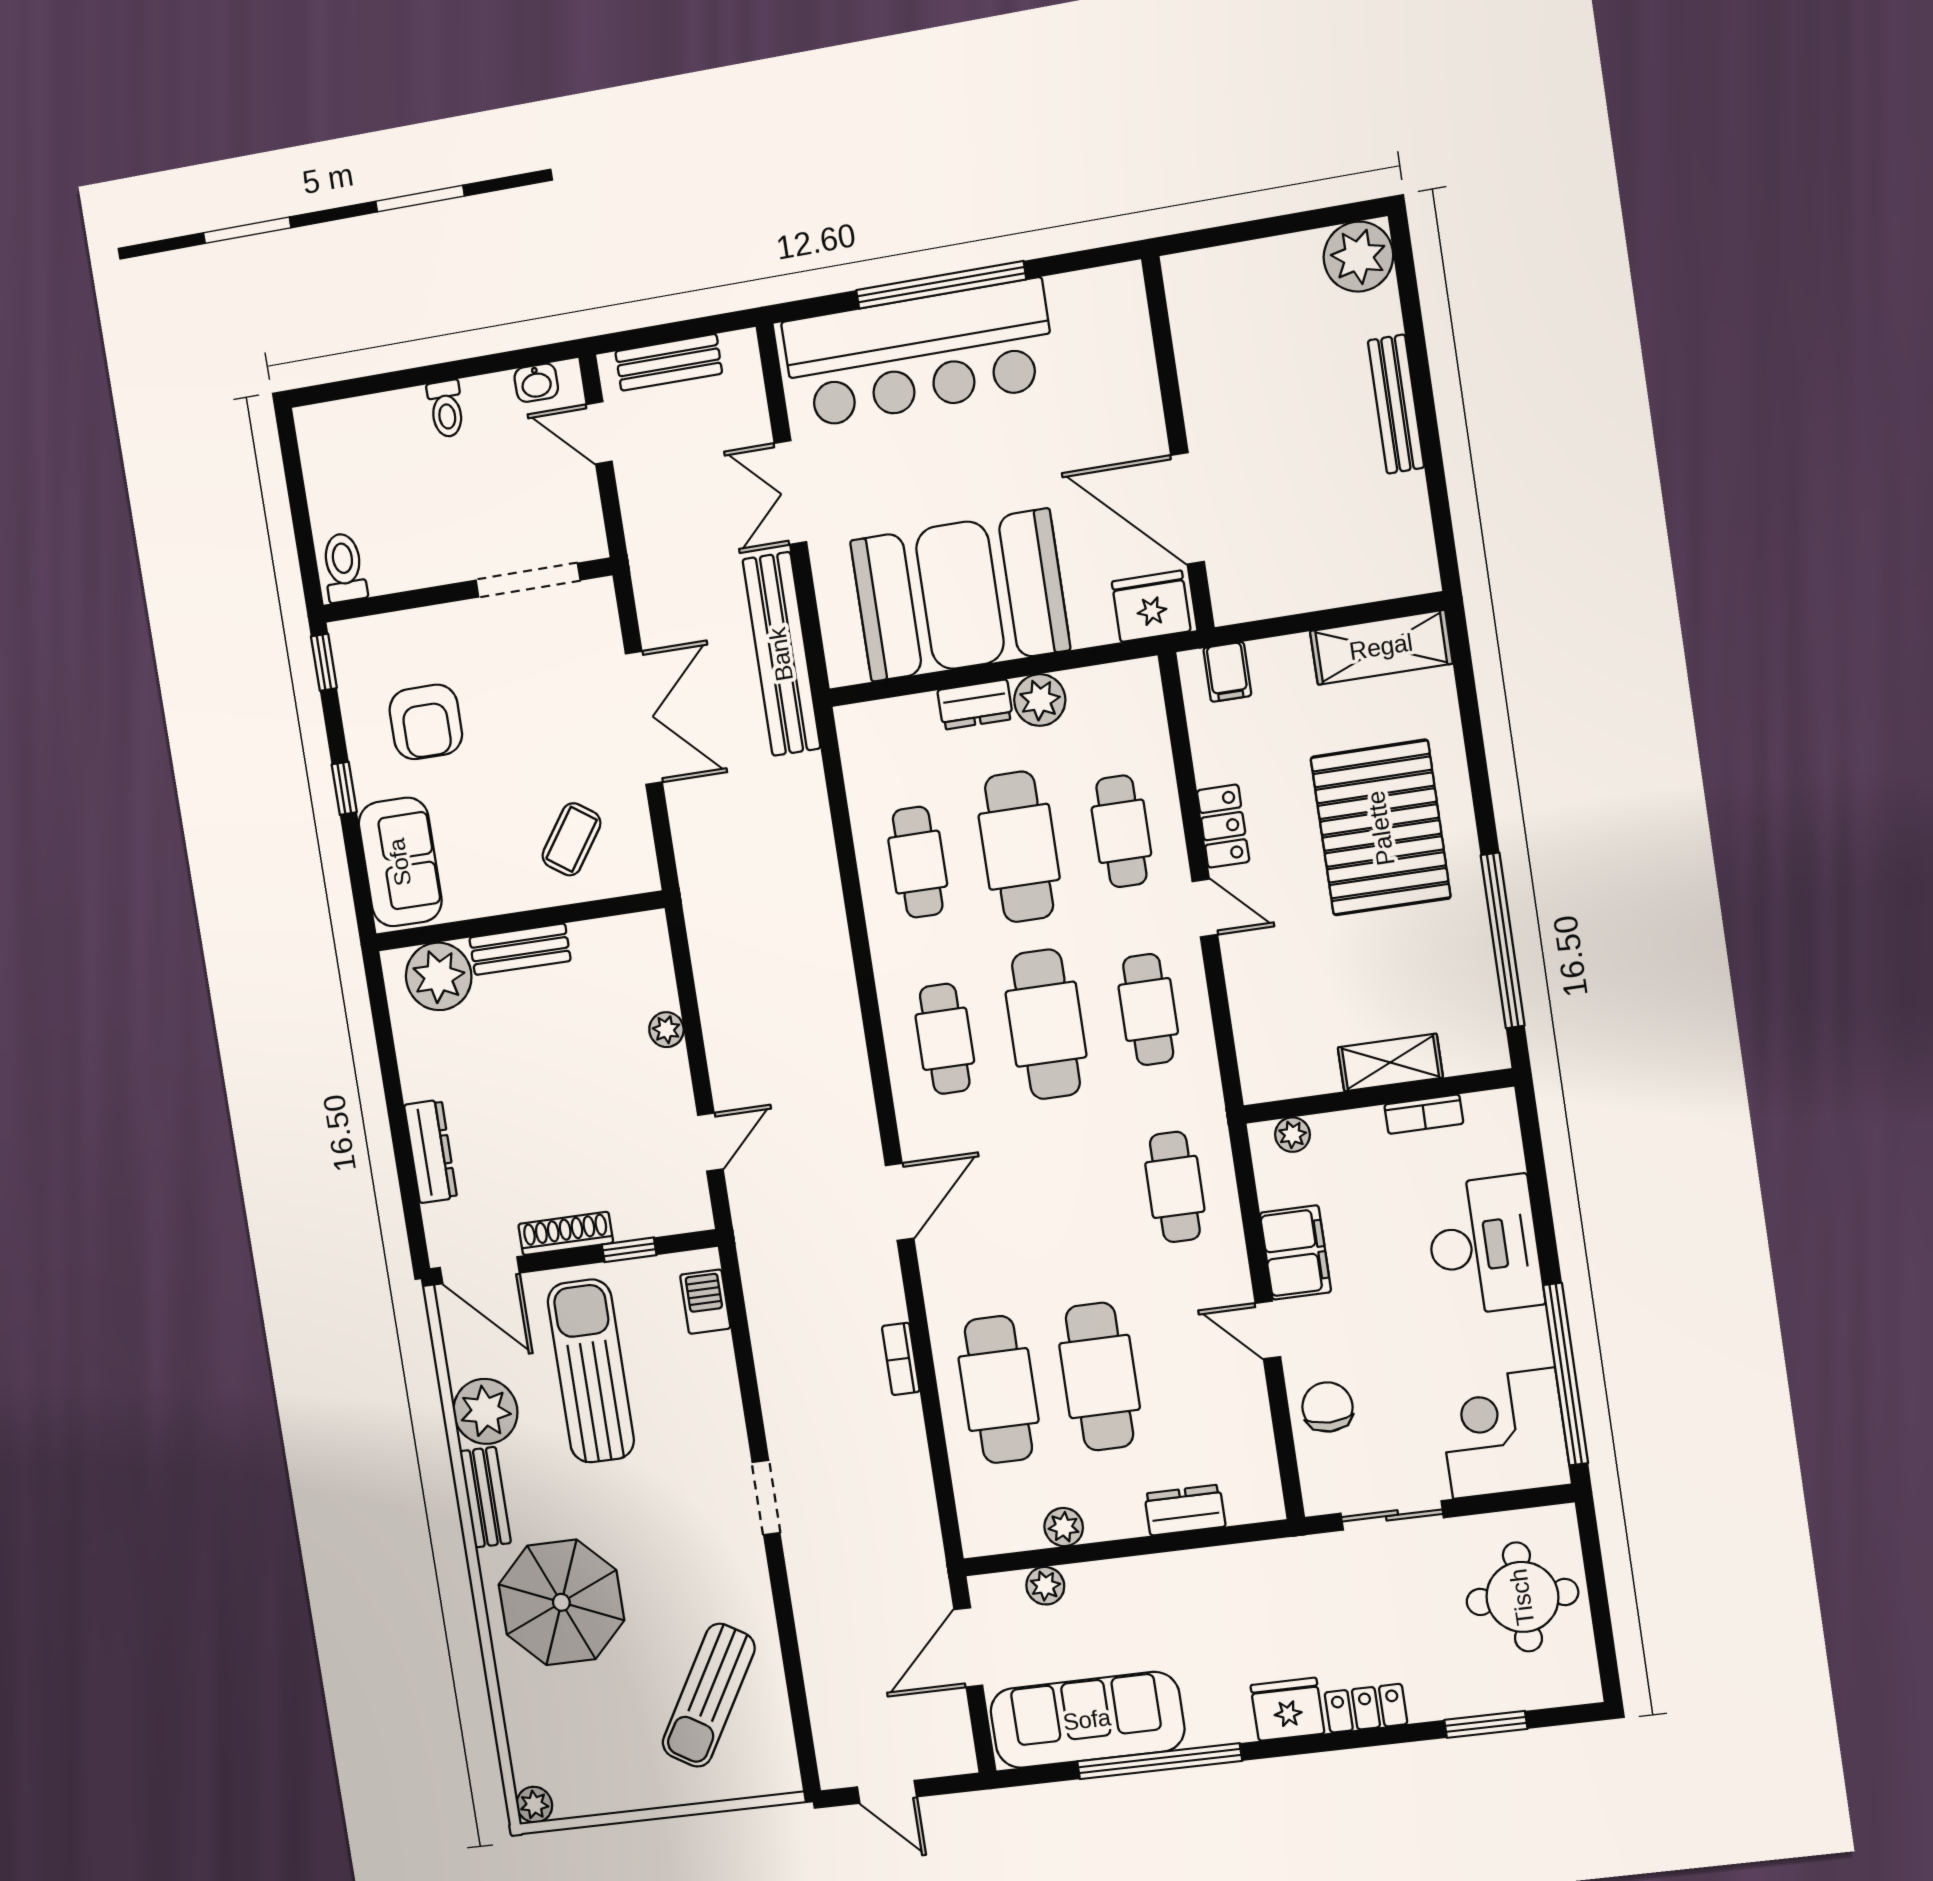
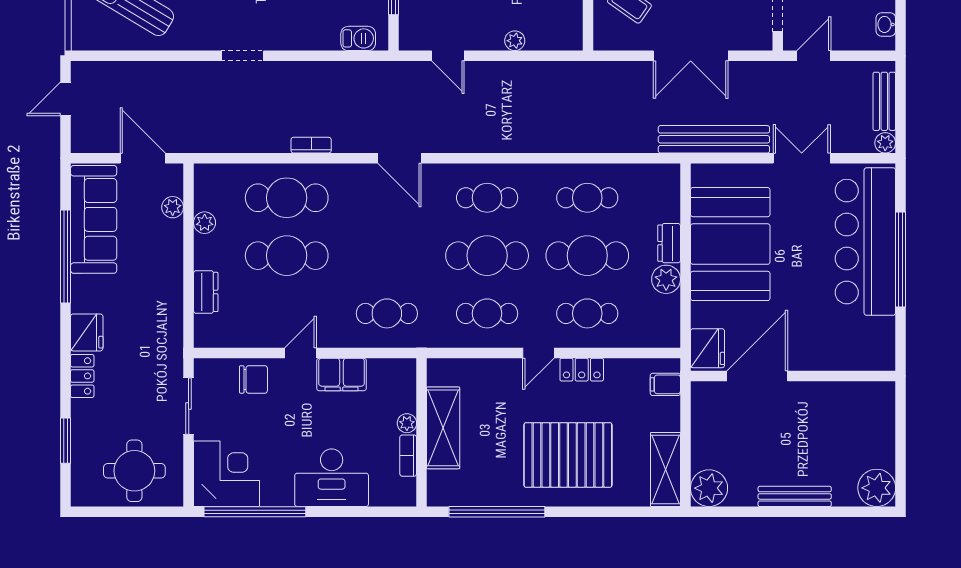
plant: (741, 348) -> (885, 143), added
door: (599, 433) -> (814, 56), moved
plant: (1404, 563) -> (709, 488), added
shelving: (1390, 1062) -> (443, 428), width x1.50, depth x1.33
plant: (1292, 1135) -> (407, 423), moved

